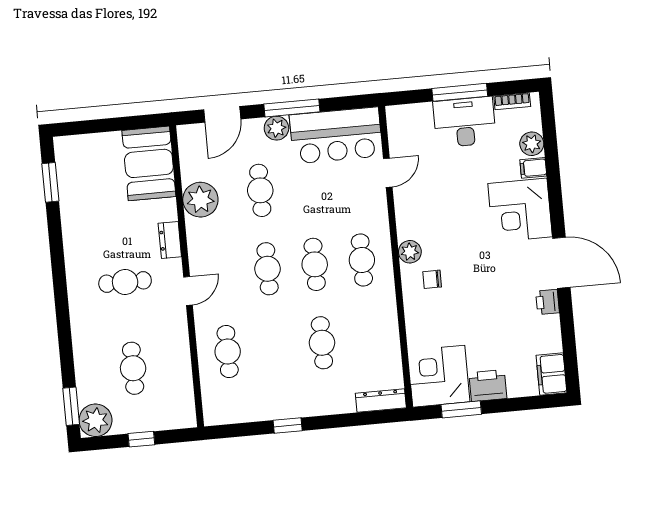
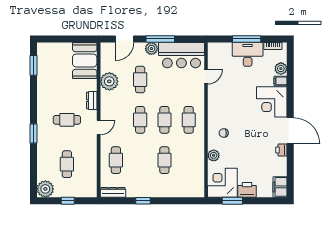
plant: (410, 252) -> (214, 155), moved
dresser: (381, 401) -> (113, 192), moved
window: (71, 406) -> (34, 133), moved

